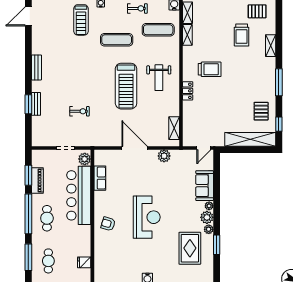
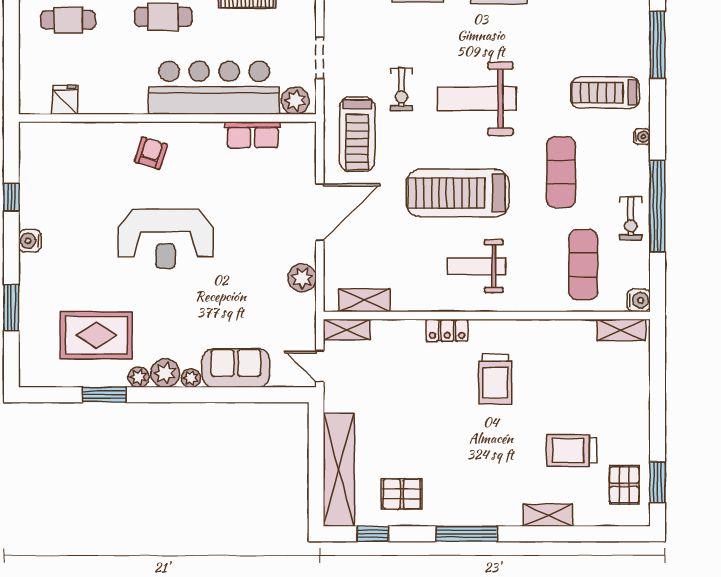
shelving: (187, 35) -> (347, 330), moved
weight bench: (84, 77) -> (477, 99), added
treadmill: (100, 131) -> (357, 134), added

